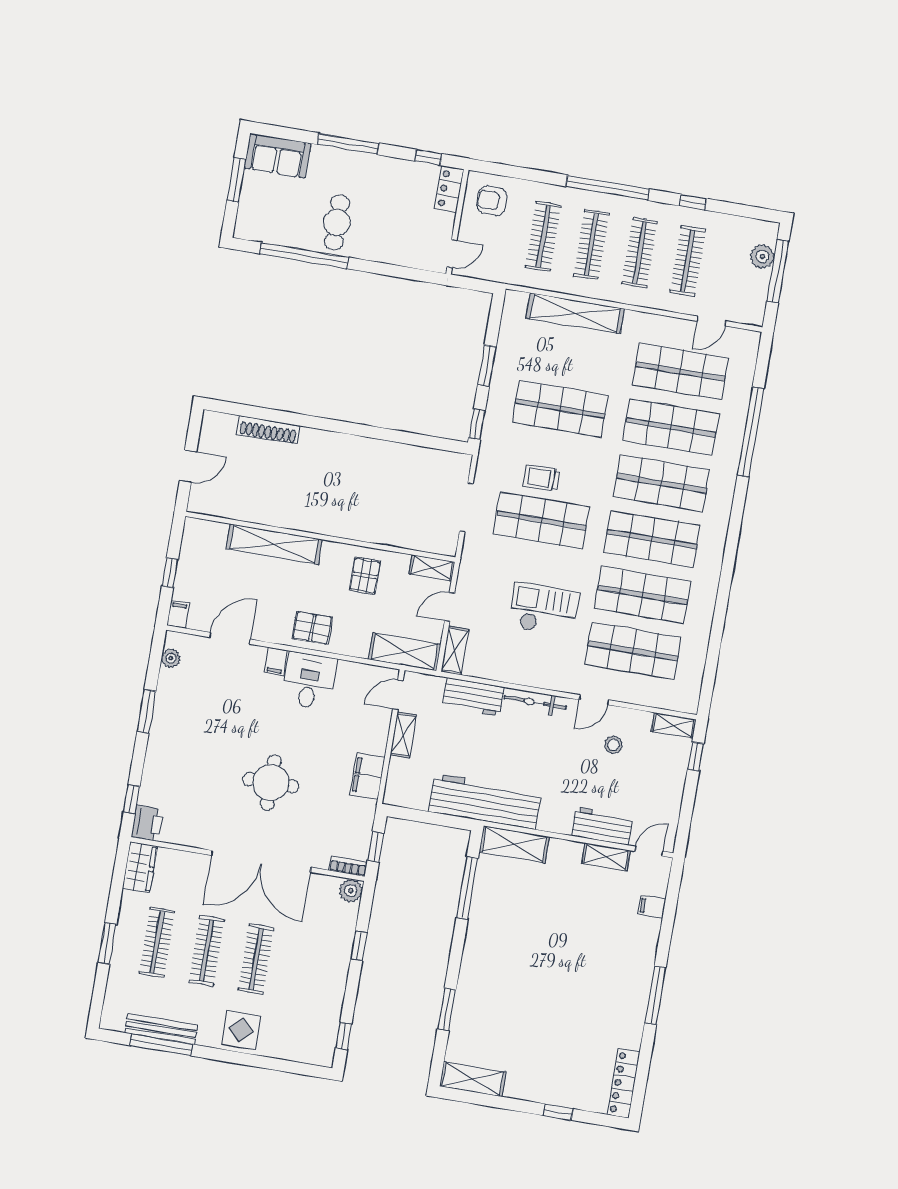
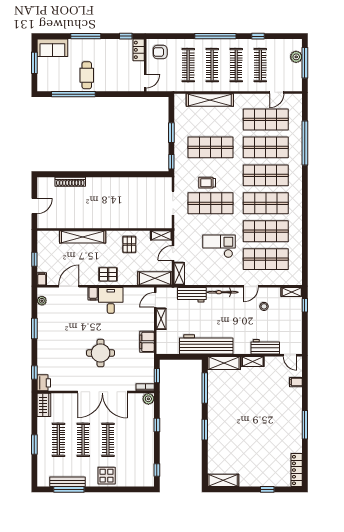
door: (649, 851) -> (290, 355), swing flipped
shelving: (606, 857) -> (253, 361), moved
window: (447, 1009) -> (205, 430), moved

